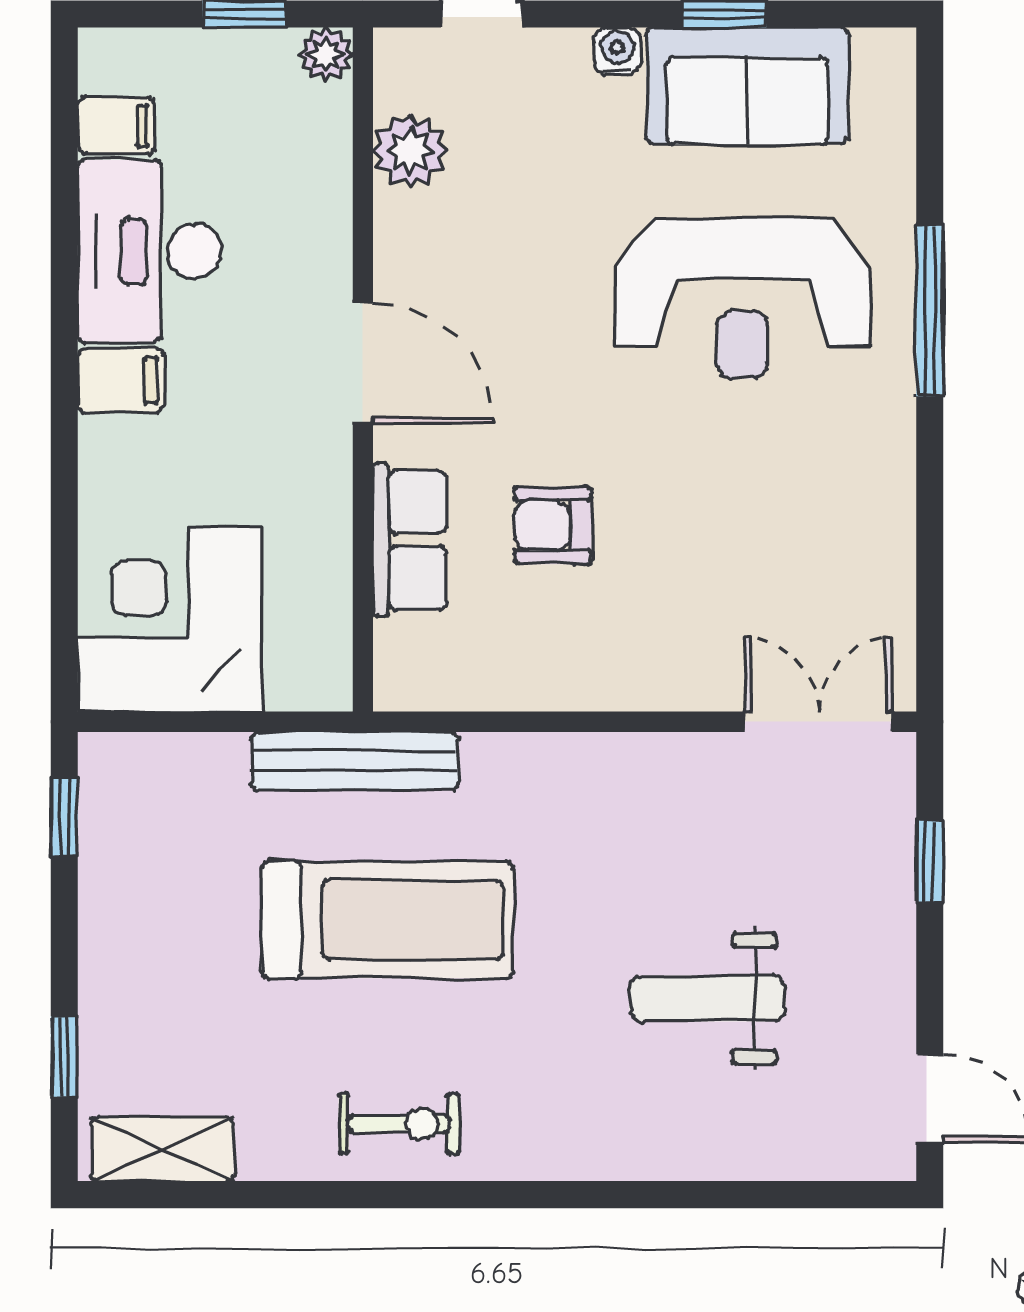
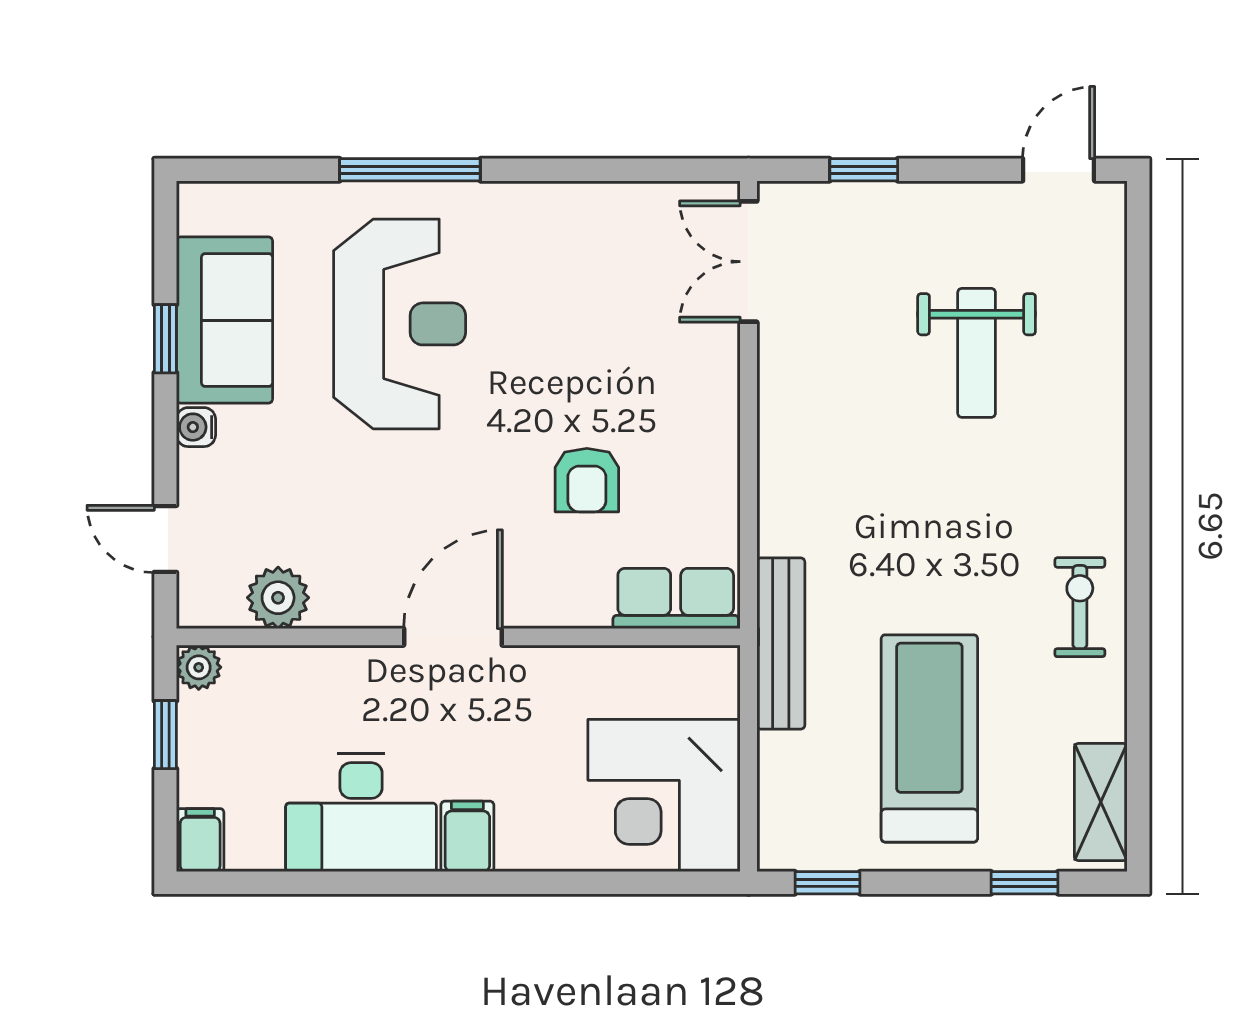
filing cabinet: (116, 126) -> (200, 840), moved
row of seats: (409, 540) -> (676, 598), moved
treadmill: (387, 920) -> (929, 738), moved

